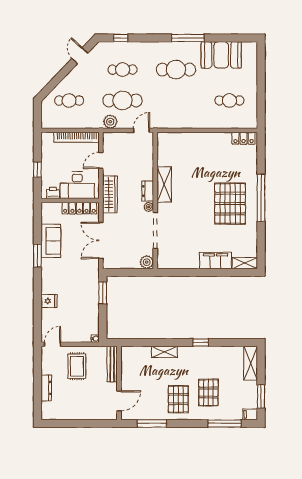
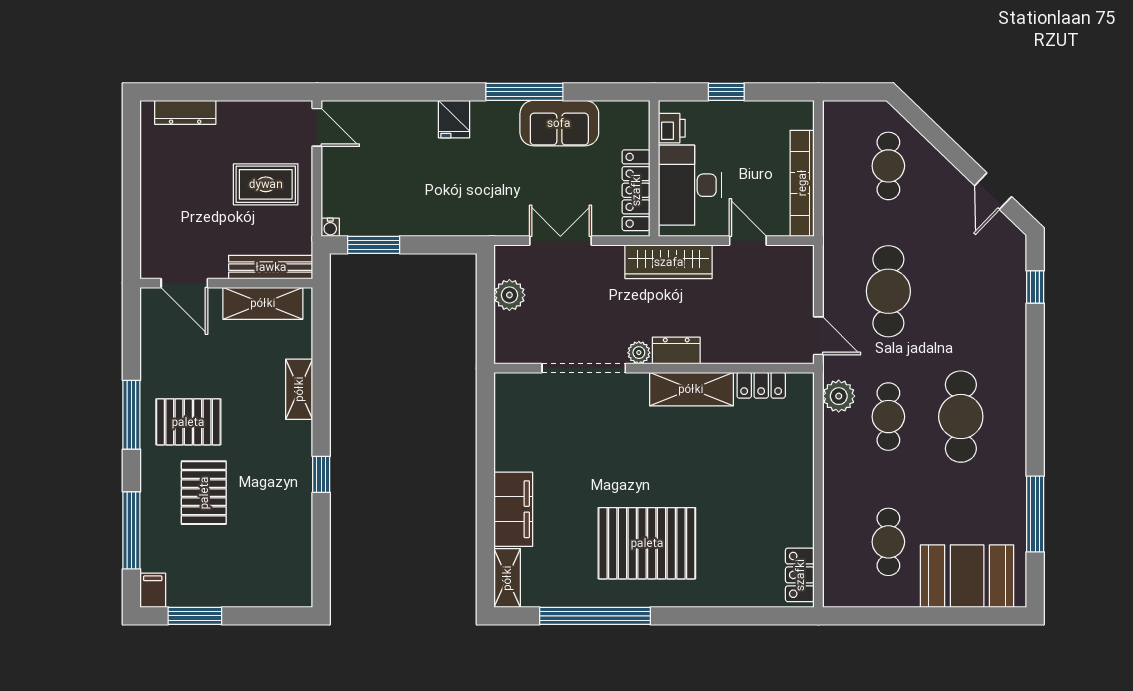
window: (188, 38) -> (1035, 514), moved
booth: (221, 55) -> (967, 576), moved, turned 90
door: (80, 56) -> (993, 191), swing flipped
cafe table: (123, 70) -> (888, 417), moved
plant: (110, 122) -> (839, 396), moved
locker: (163, 155) -> (761, 385), added
window: (261, 198) -> (595, 616), moved
double door: (101, 240) -> (560, 241), width x0.73
window: (37, 256) -> (524, 92), width x1.44
plant: (147, 262) -> (509, 295), moved
window: (103, 293) -> (374, 245), moved
fridge: (49, 301) -> (454, 119), moved
shelving: (251, 363) -> (263, 303), moved
dresser: (46, 388) -> (185, 112), moved
pallet: (208, 393) -> (204, 493), turned 90
window: (152, 423) -> (131, 415), moved

